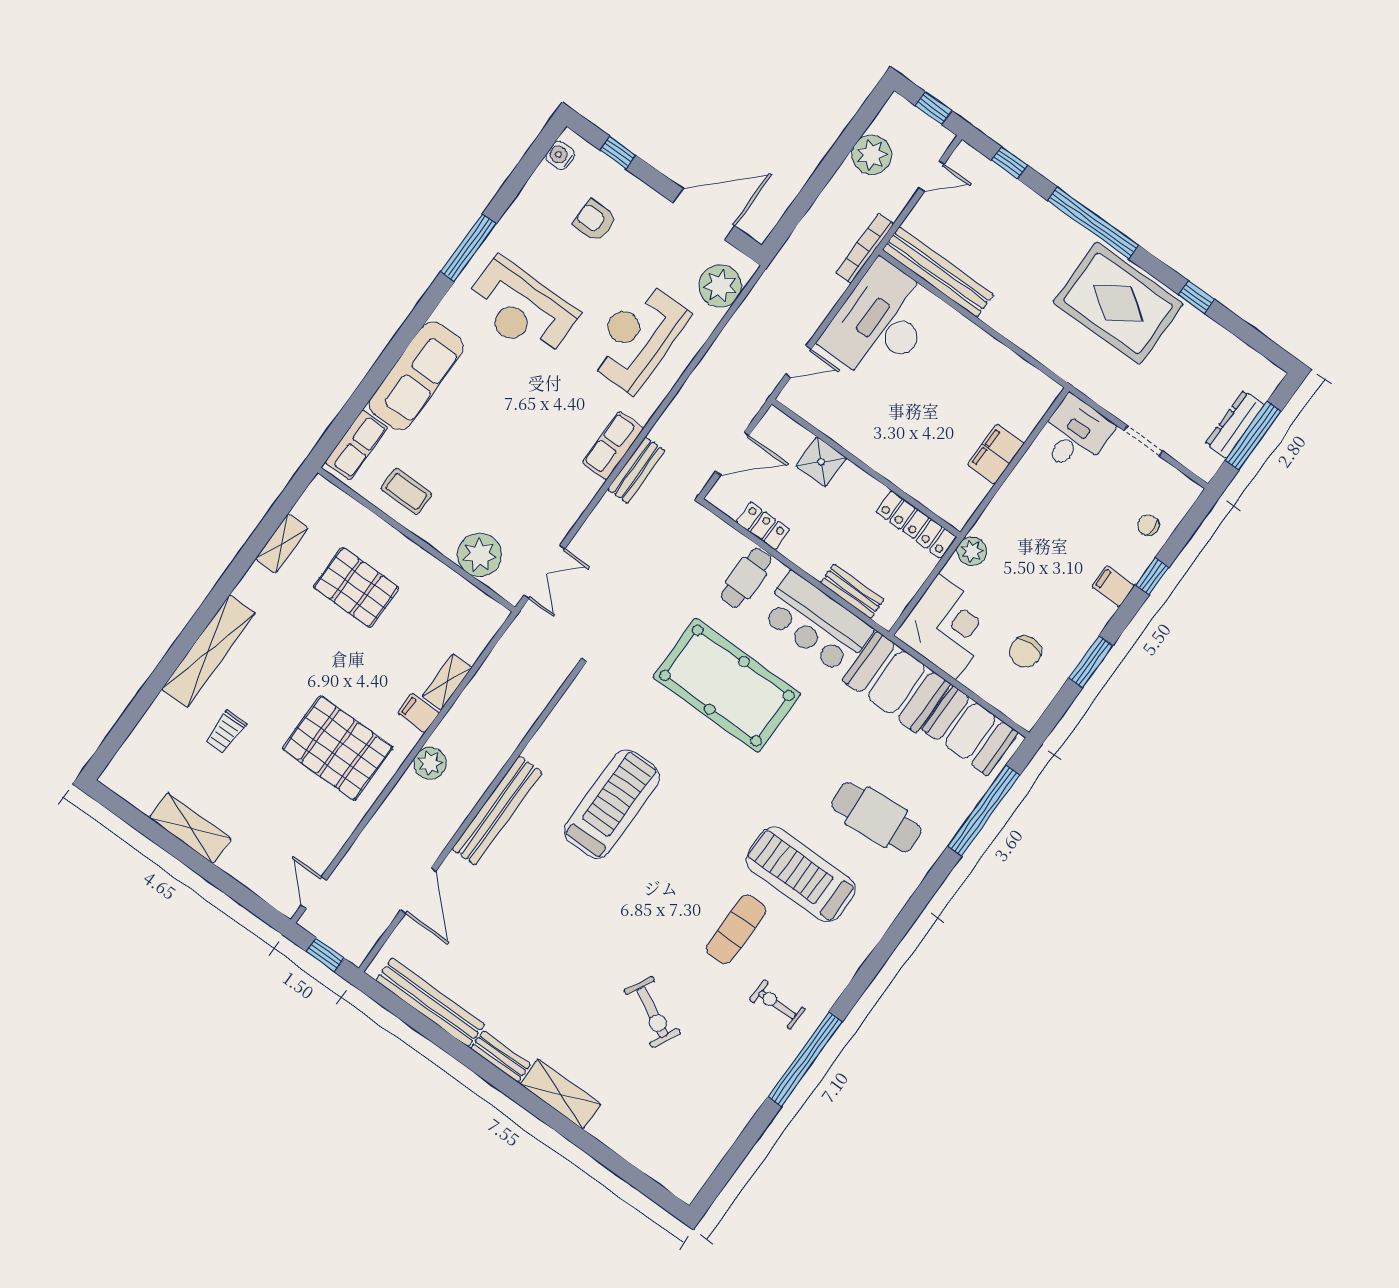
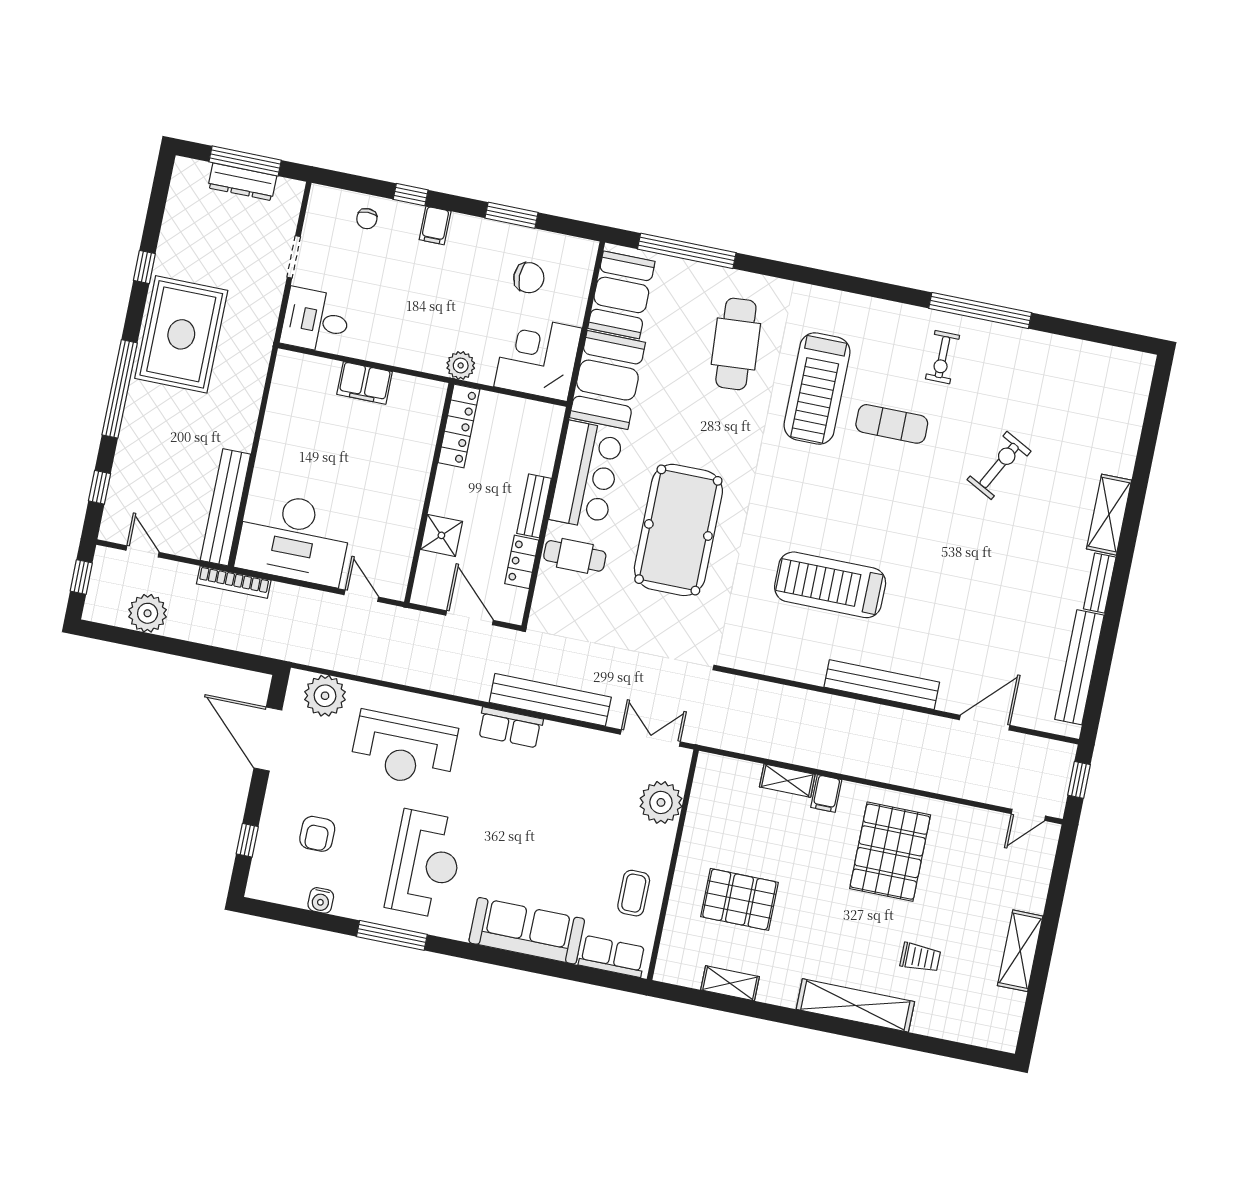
water cooler: (560, 155) -> (321, 900), moved
bench: (636, 470) -> (550, 700), width x1.86, depth x1.21
pallet: (356, 587) -> (739, 899), turned 90
bench: (852, 591) -> (534, 506), moved
plant: (430, 763) -> (867, 763), removed

